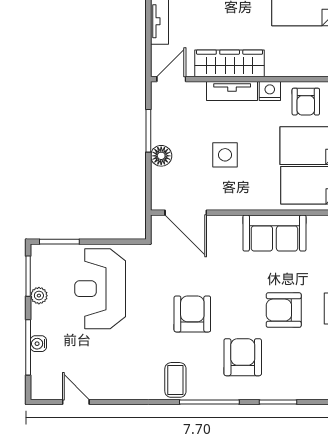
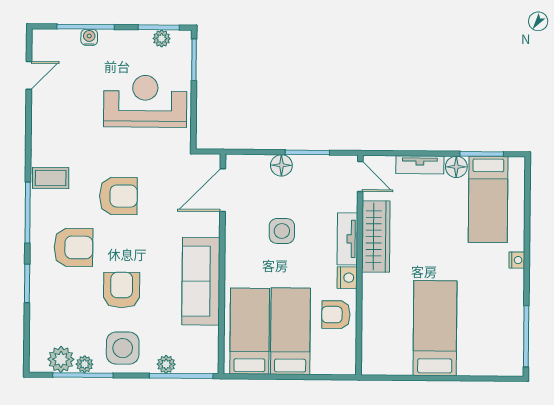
sofa: (274, 233) -> (201, 281), width x1.36
plant: (39, 296) -> (162, 38), moved

